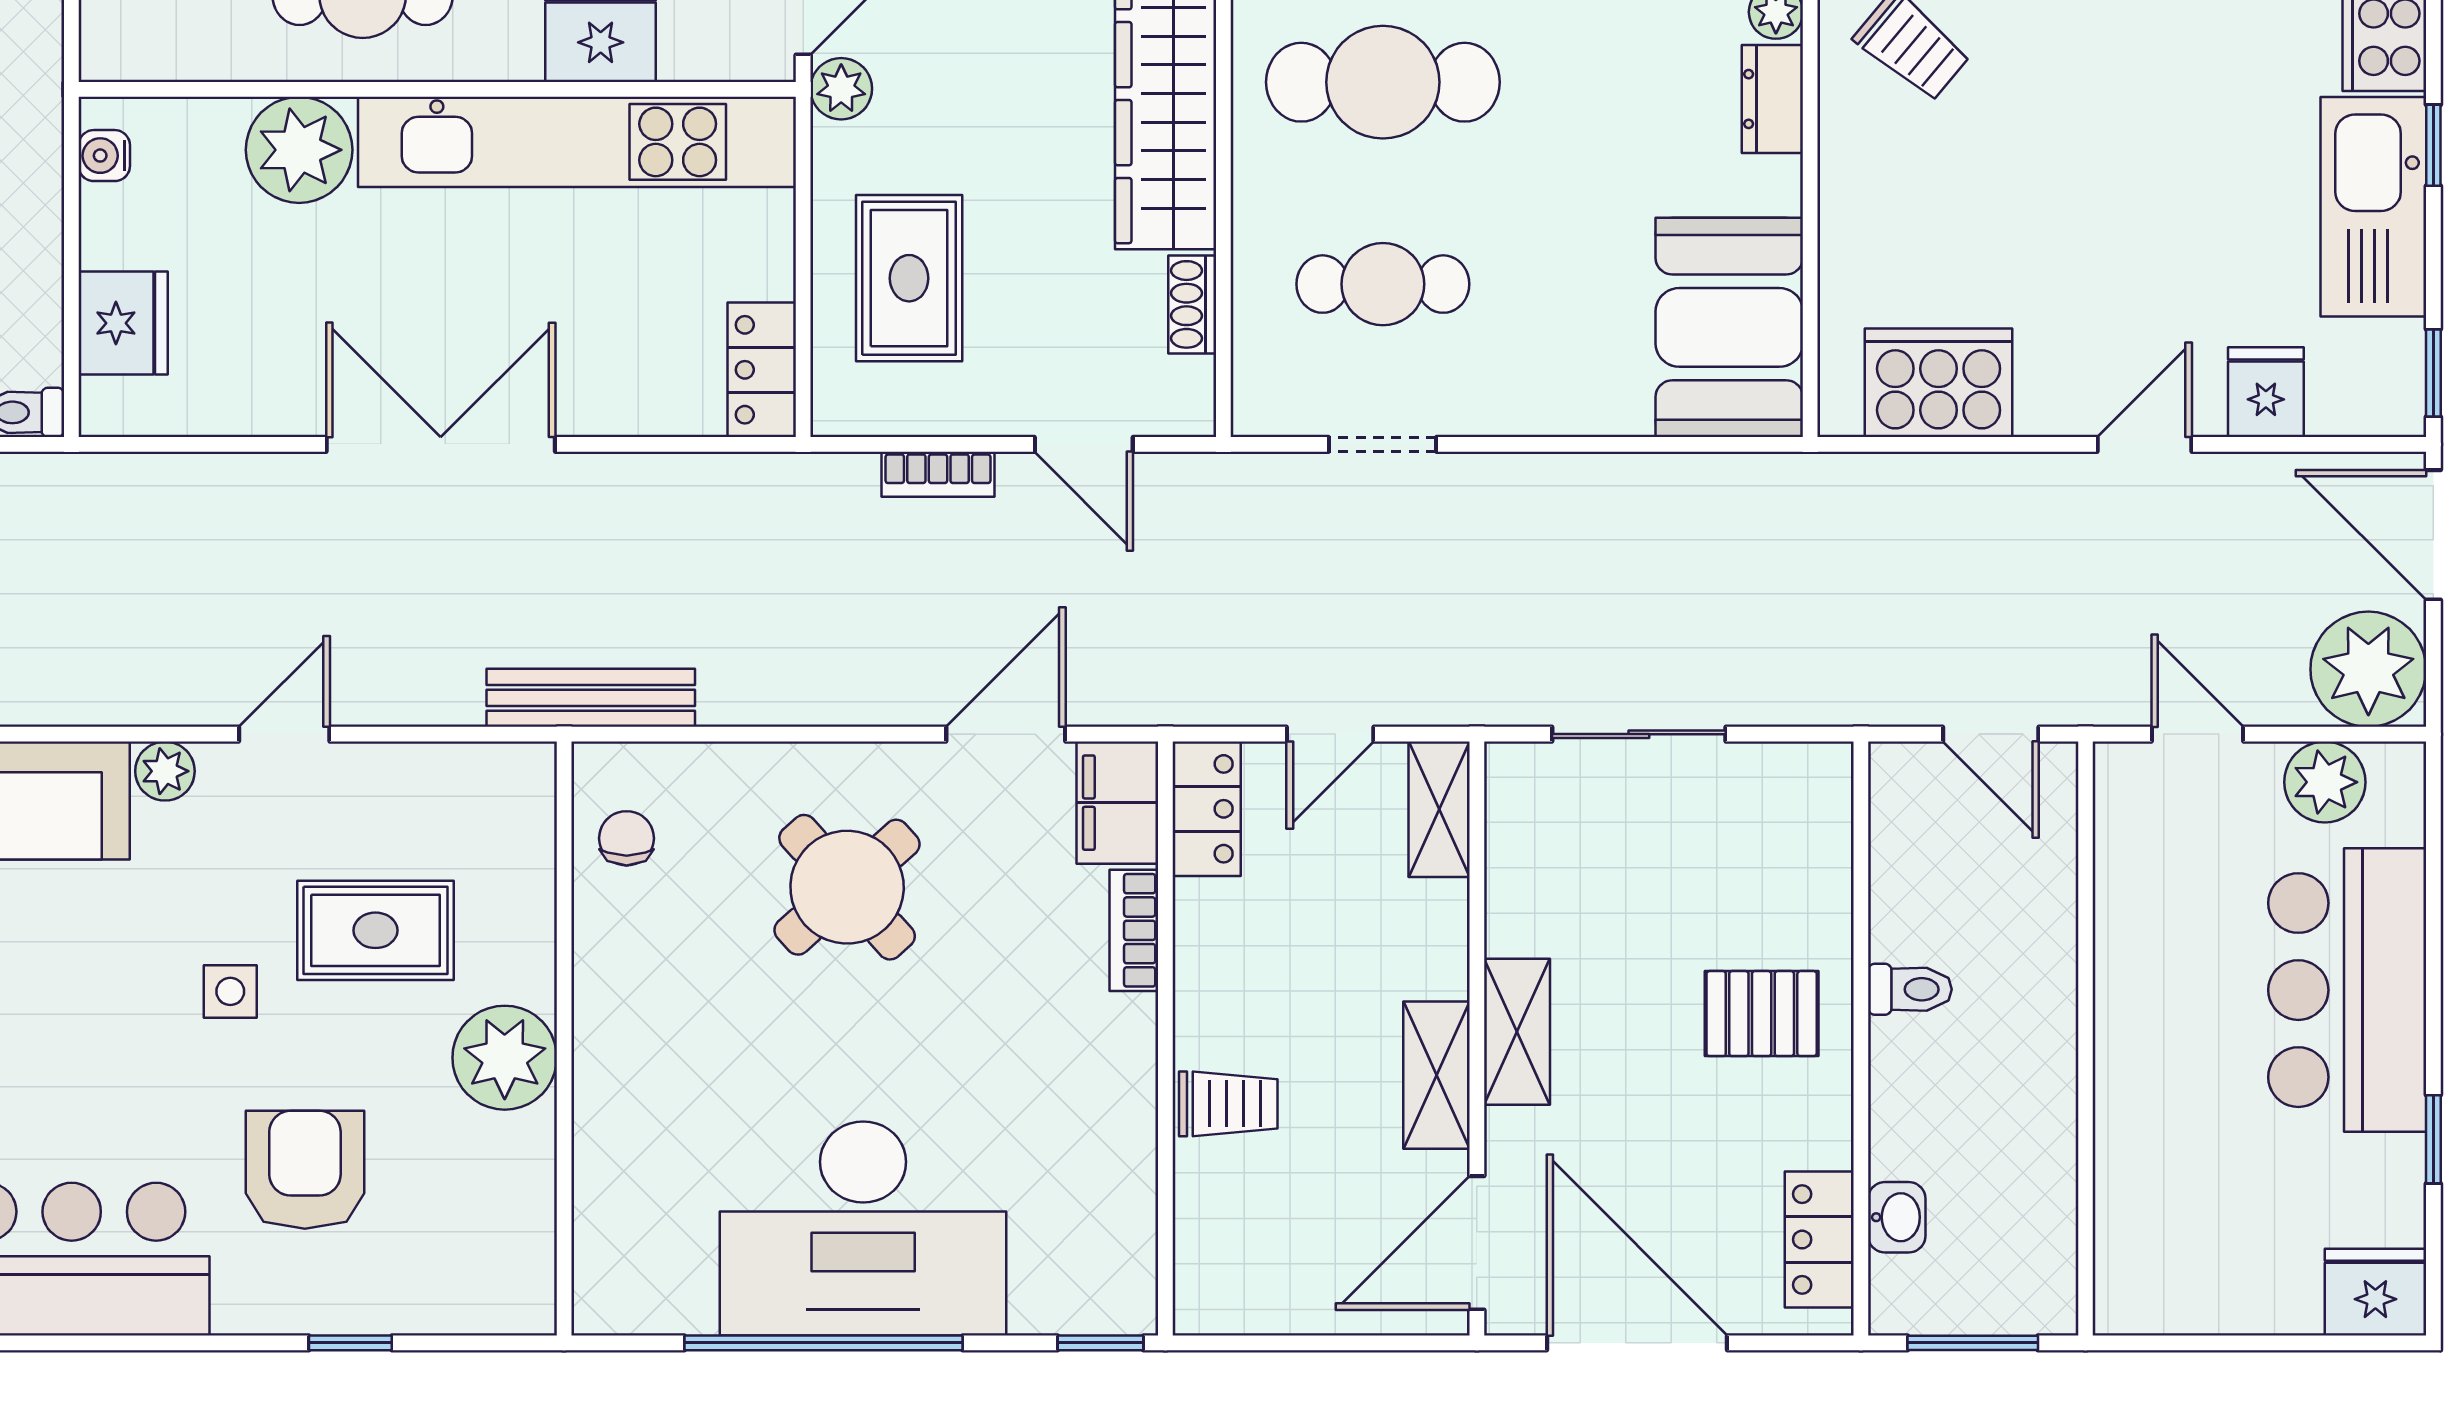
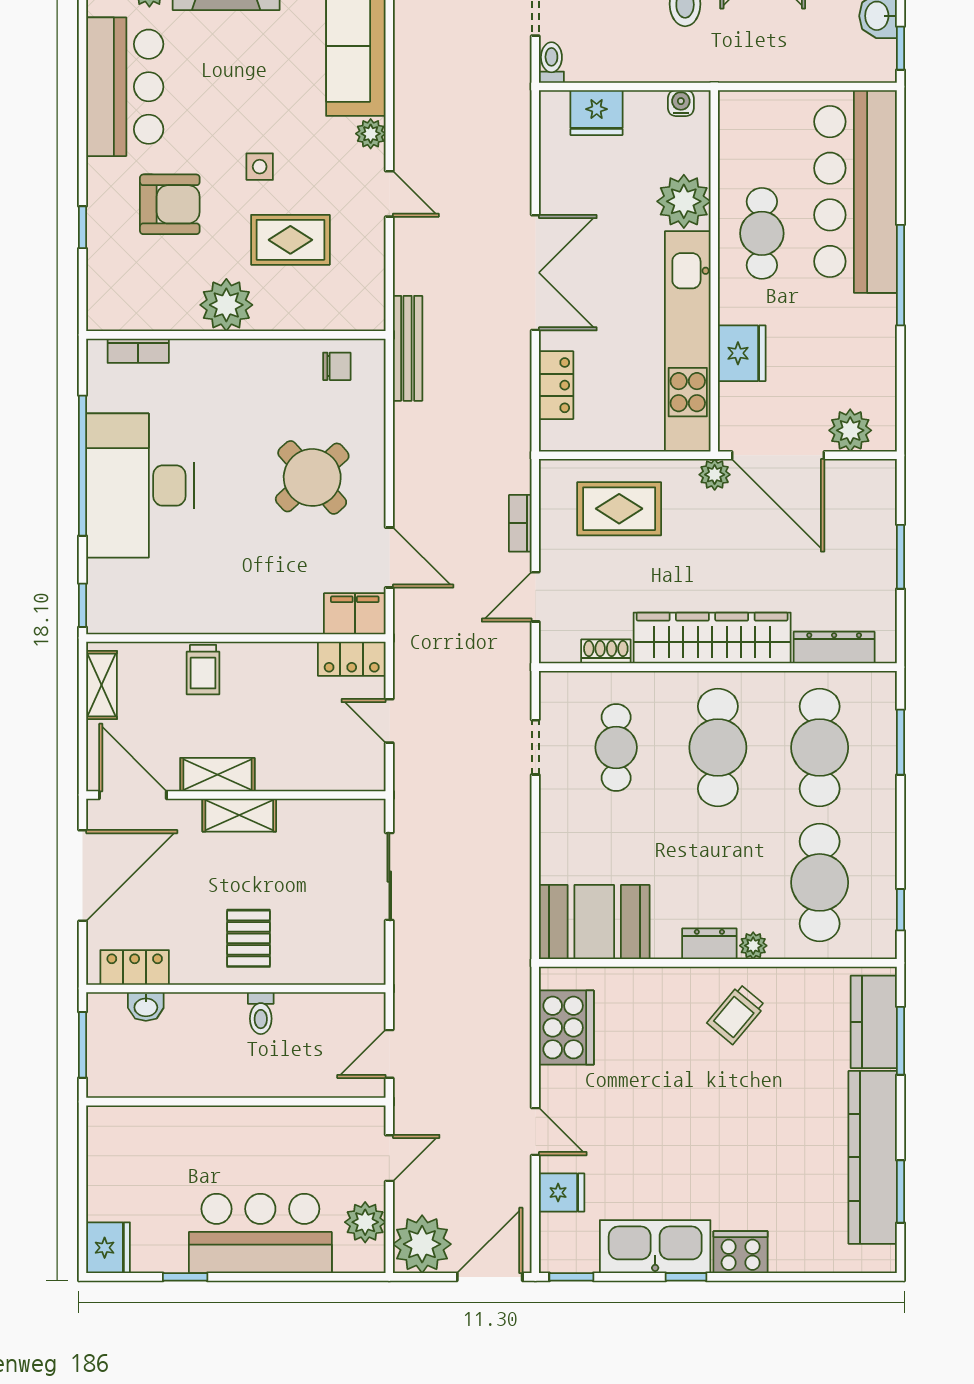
locker: (762, 370) -> (556, 385), moved, turned 90
shelving: (1439, 809) -> (102, 685), moved, turned 90
rug: (375, 930) -> (290, 240), turned 90
bookcase: (1134, 930) -> (138, 351), moved, turned 180

